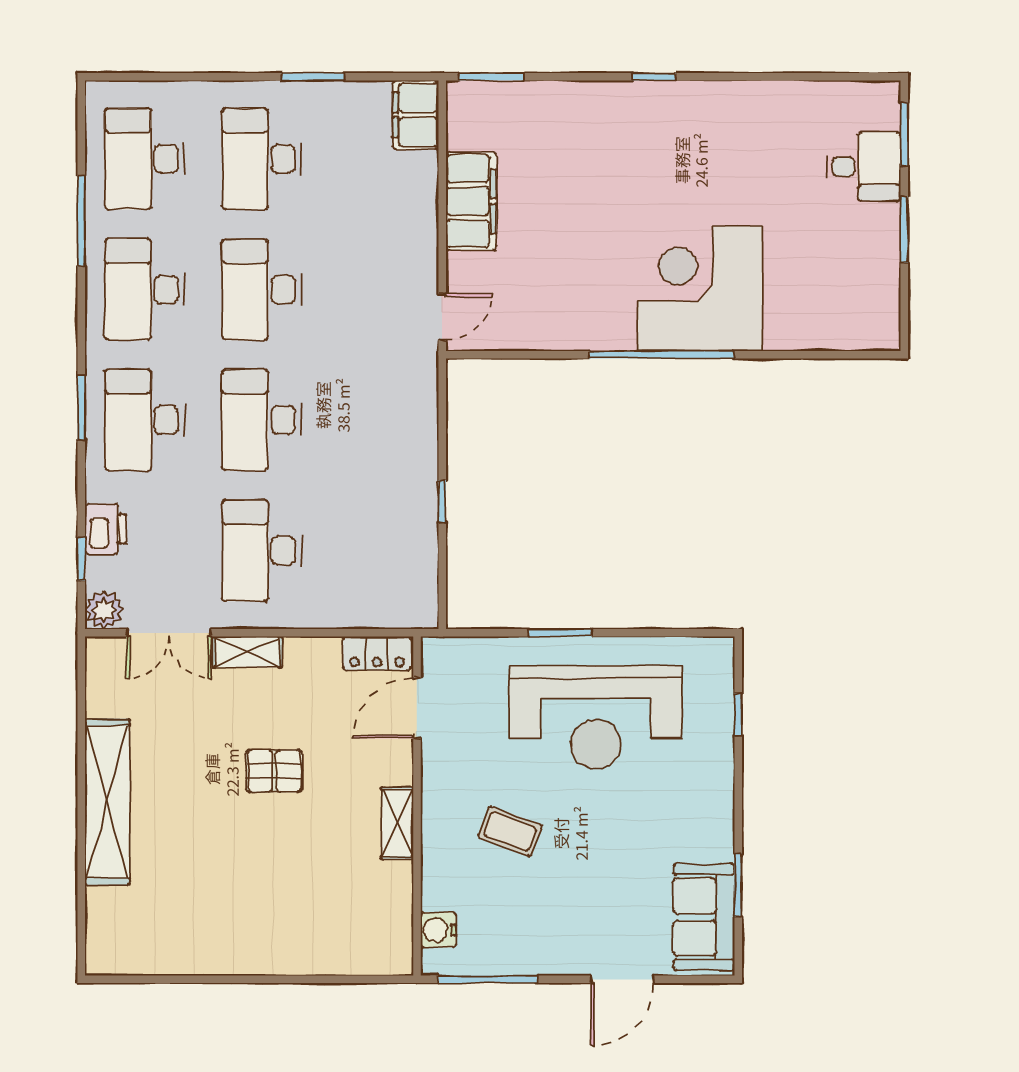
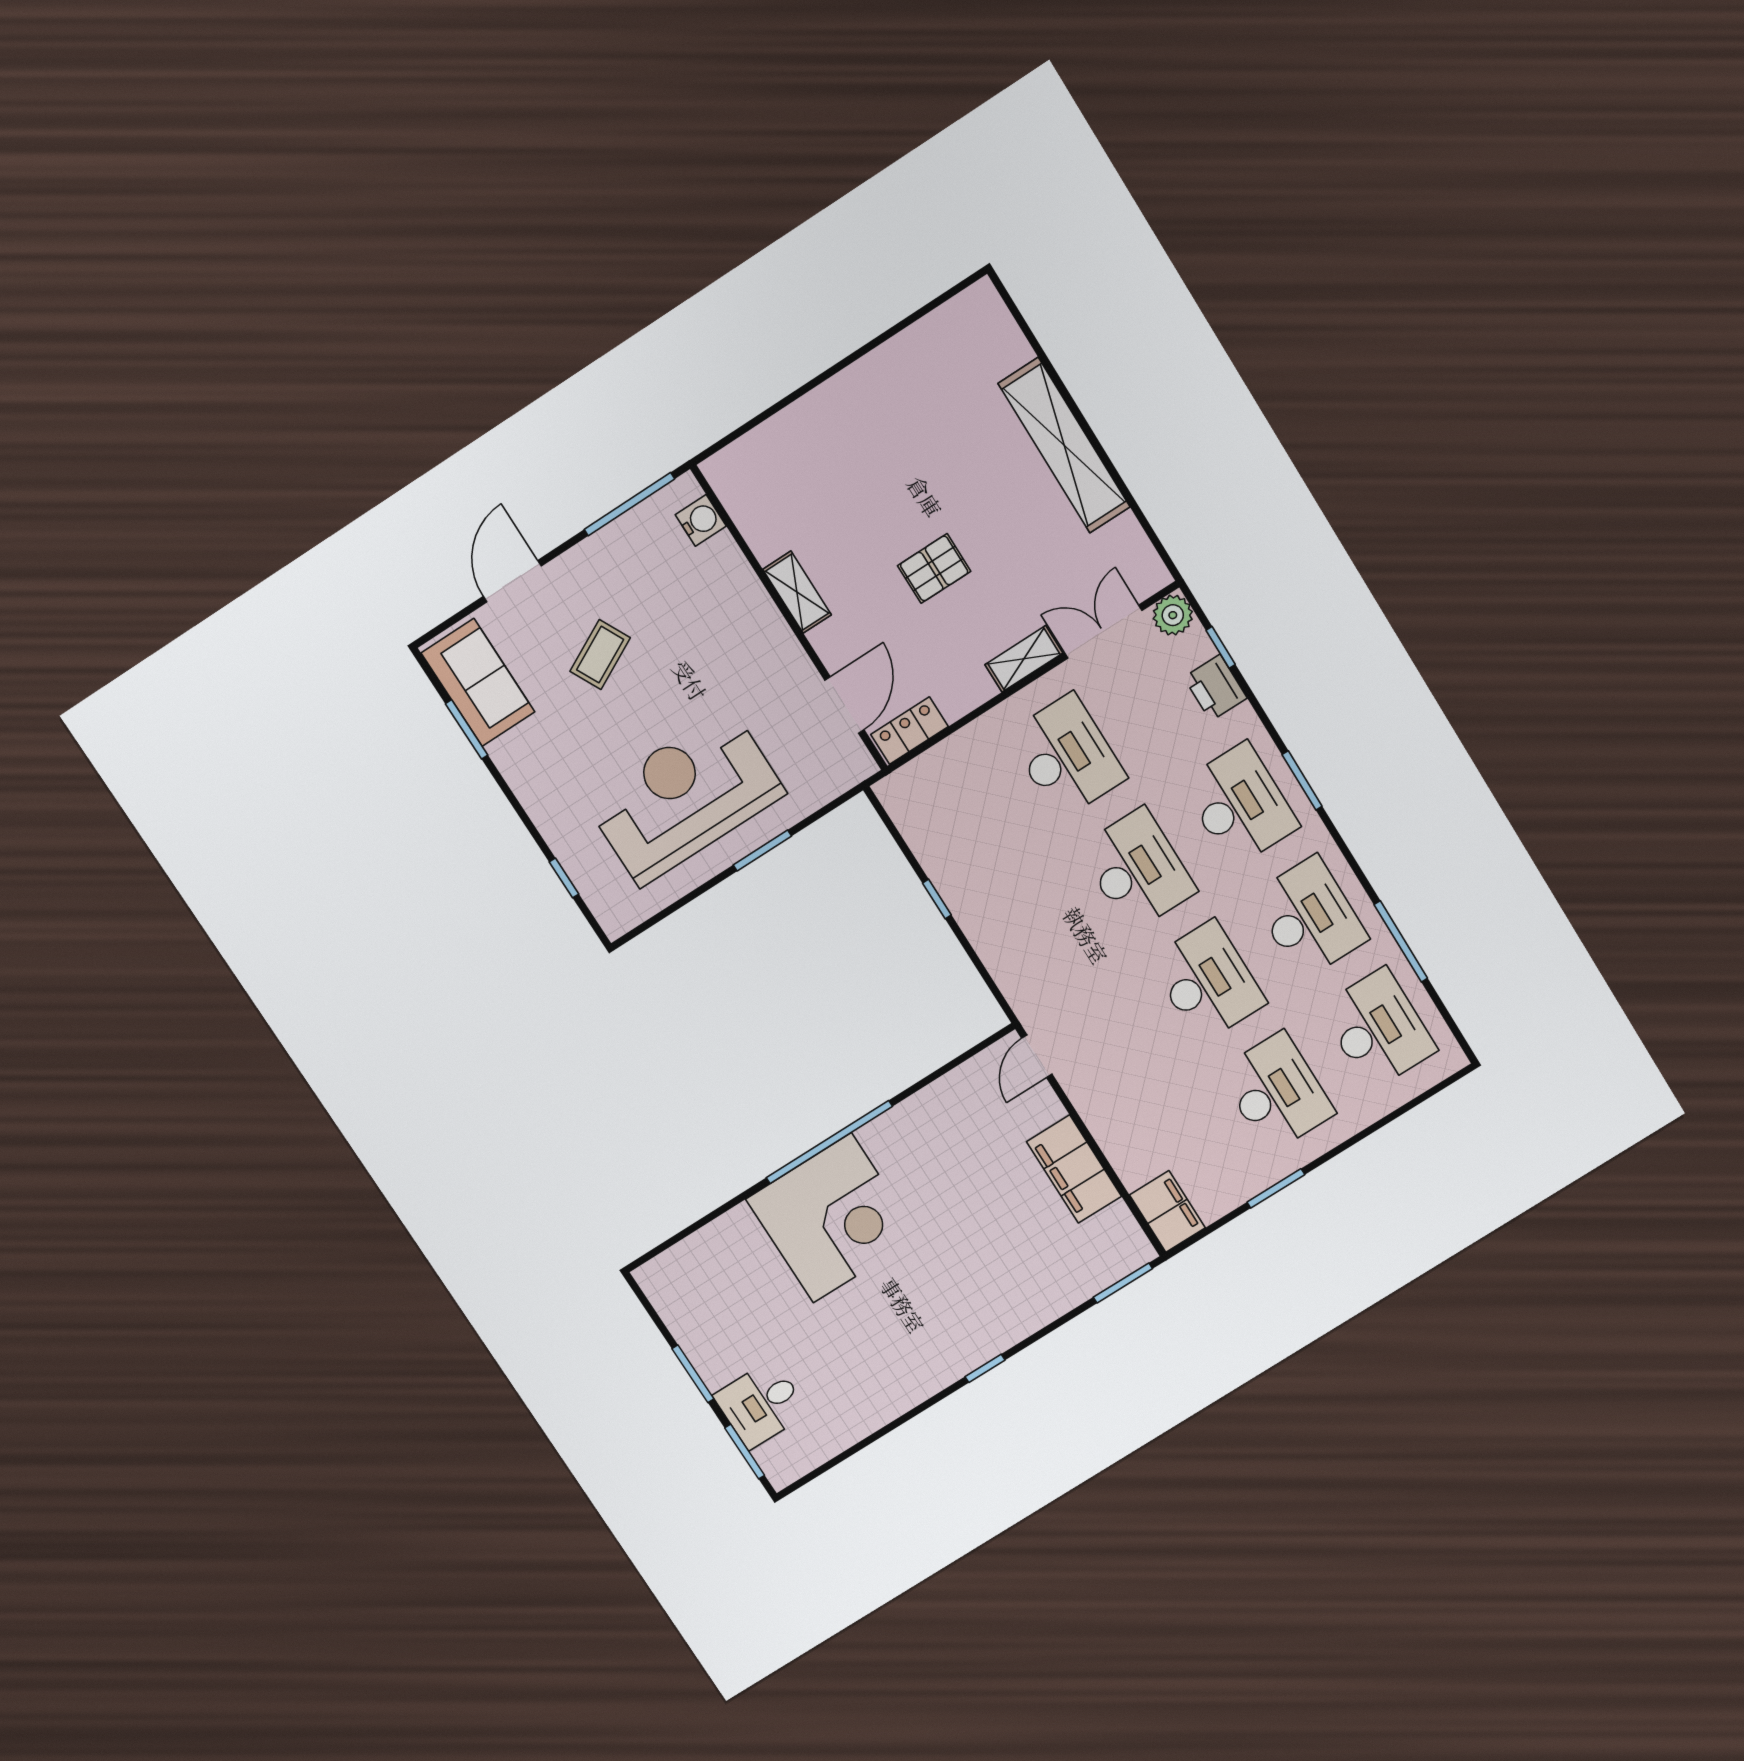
coffee table: (510, 831) -> (600, 655), moved, turned -48

